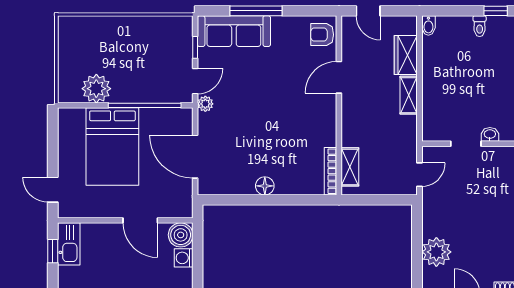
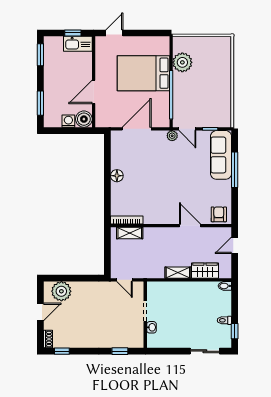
plant: (436, 252) -> (61, 291), moved

